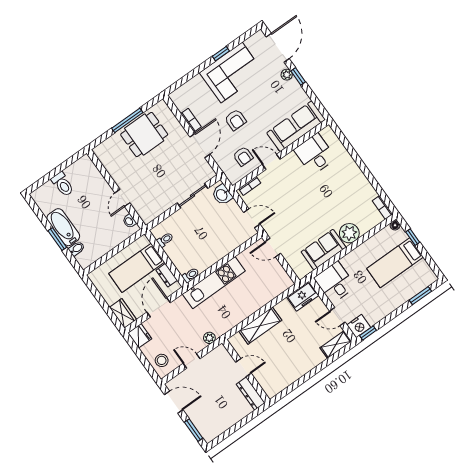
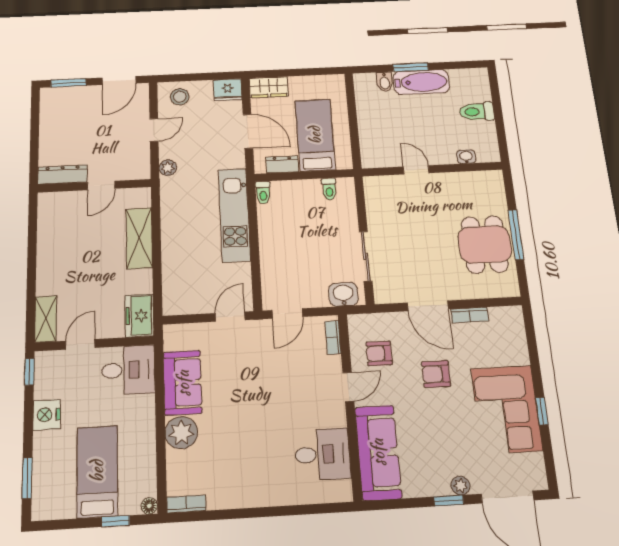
washbasin: (129, 221) -> (466, 157), moved
nightstand: (359, 326) -> (47, 415), moved

